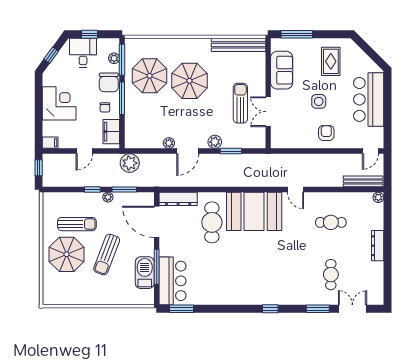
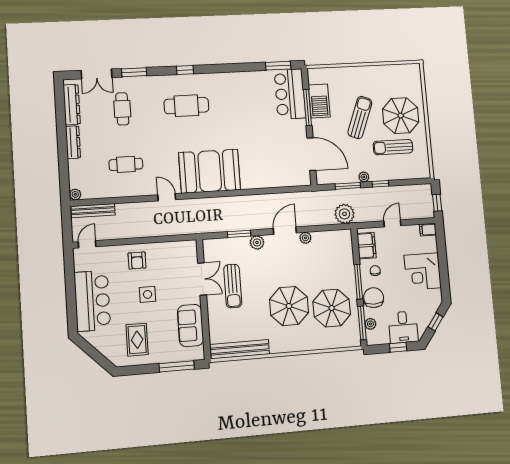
dresser: (178, 199) -> (72, 105), moved, turned 90
cafe table: (212, 222) -> (186, 106), moved, turned 90

